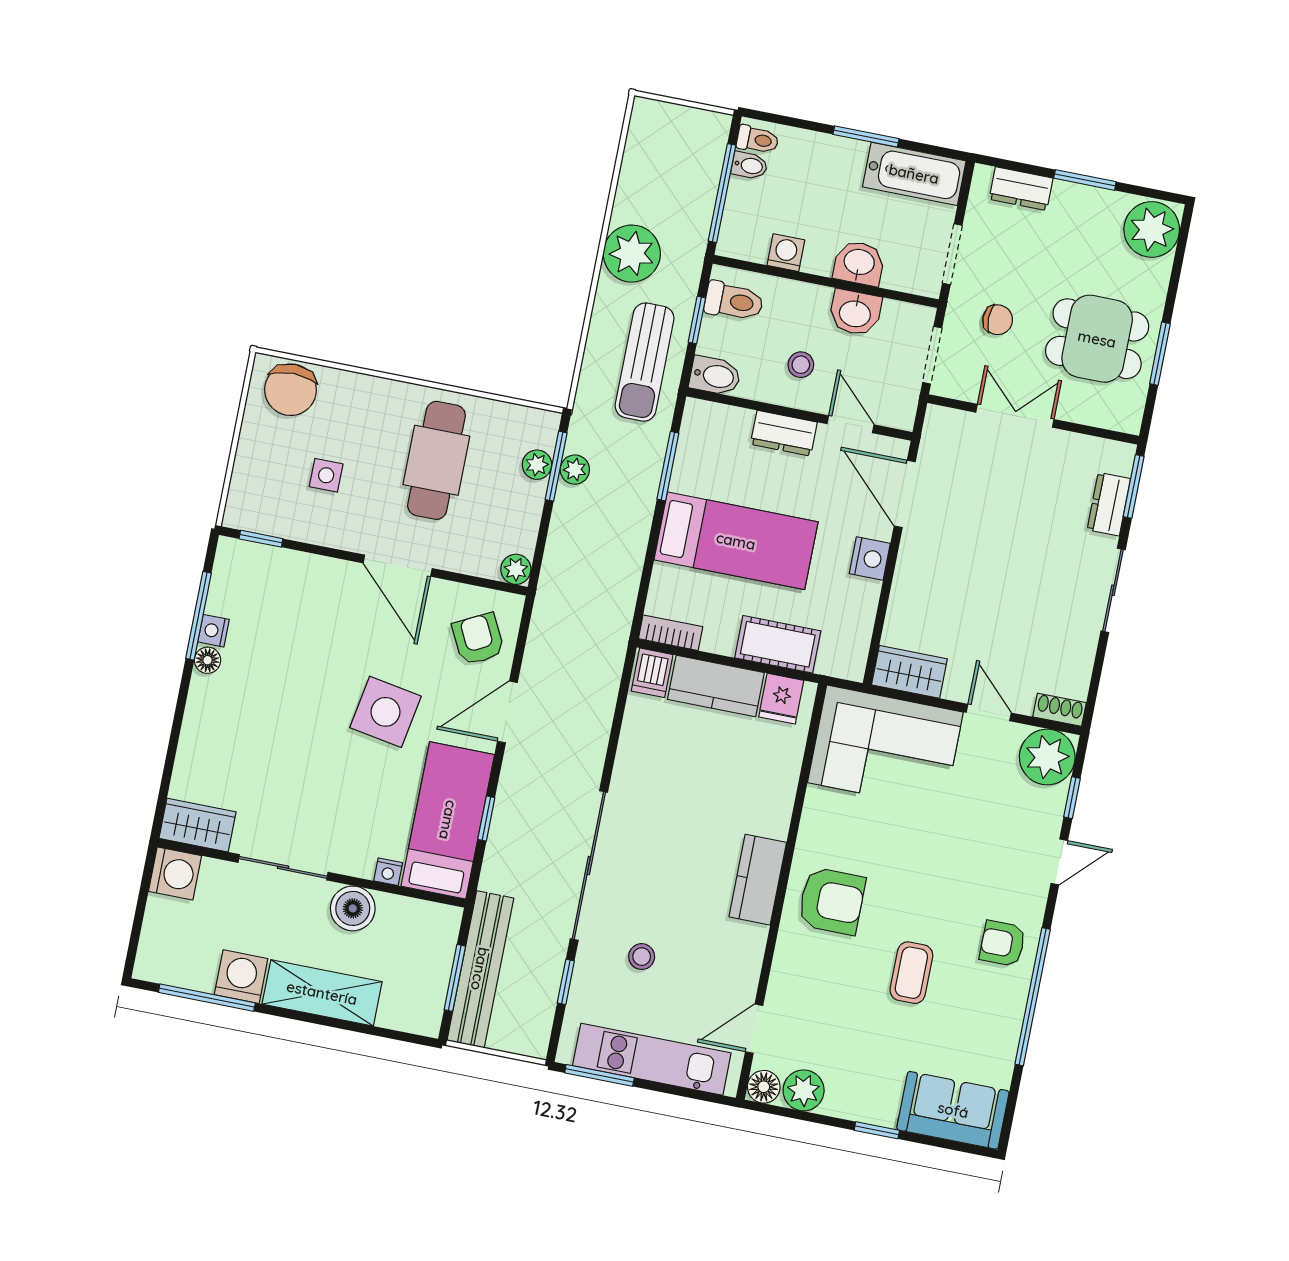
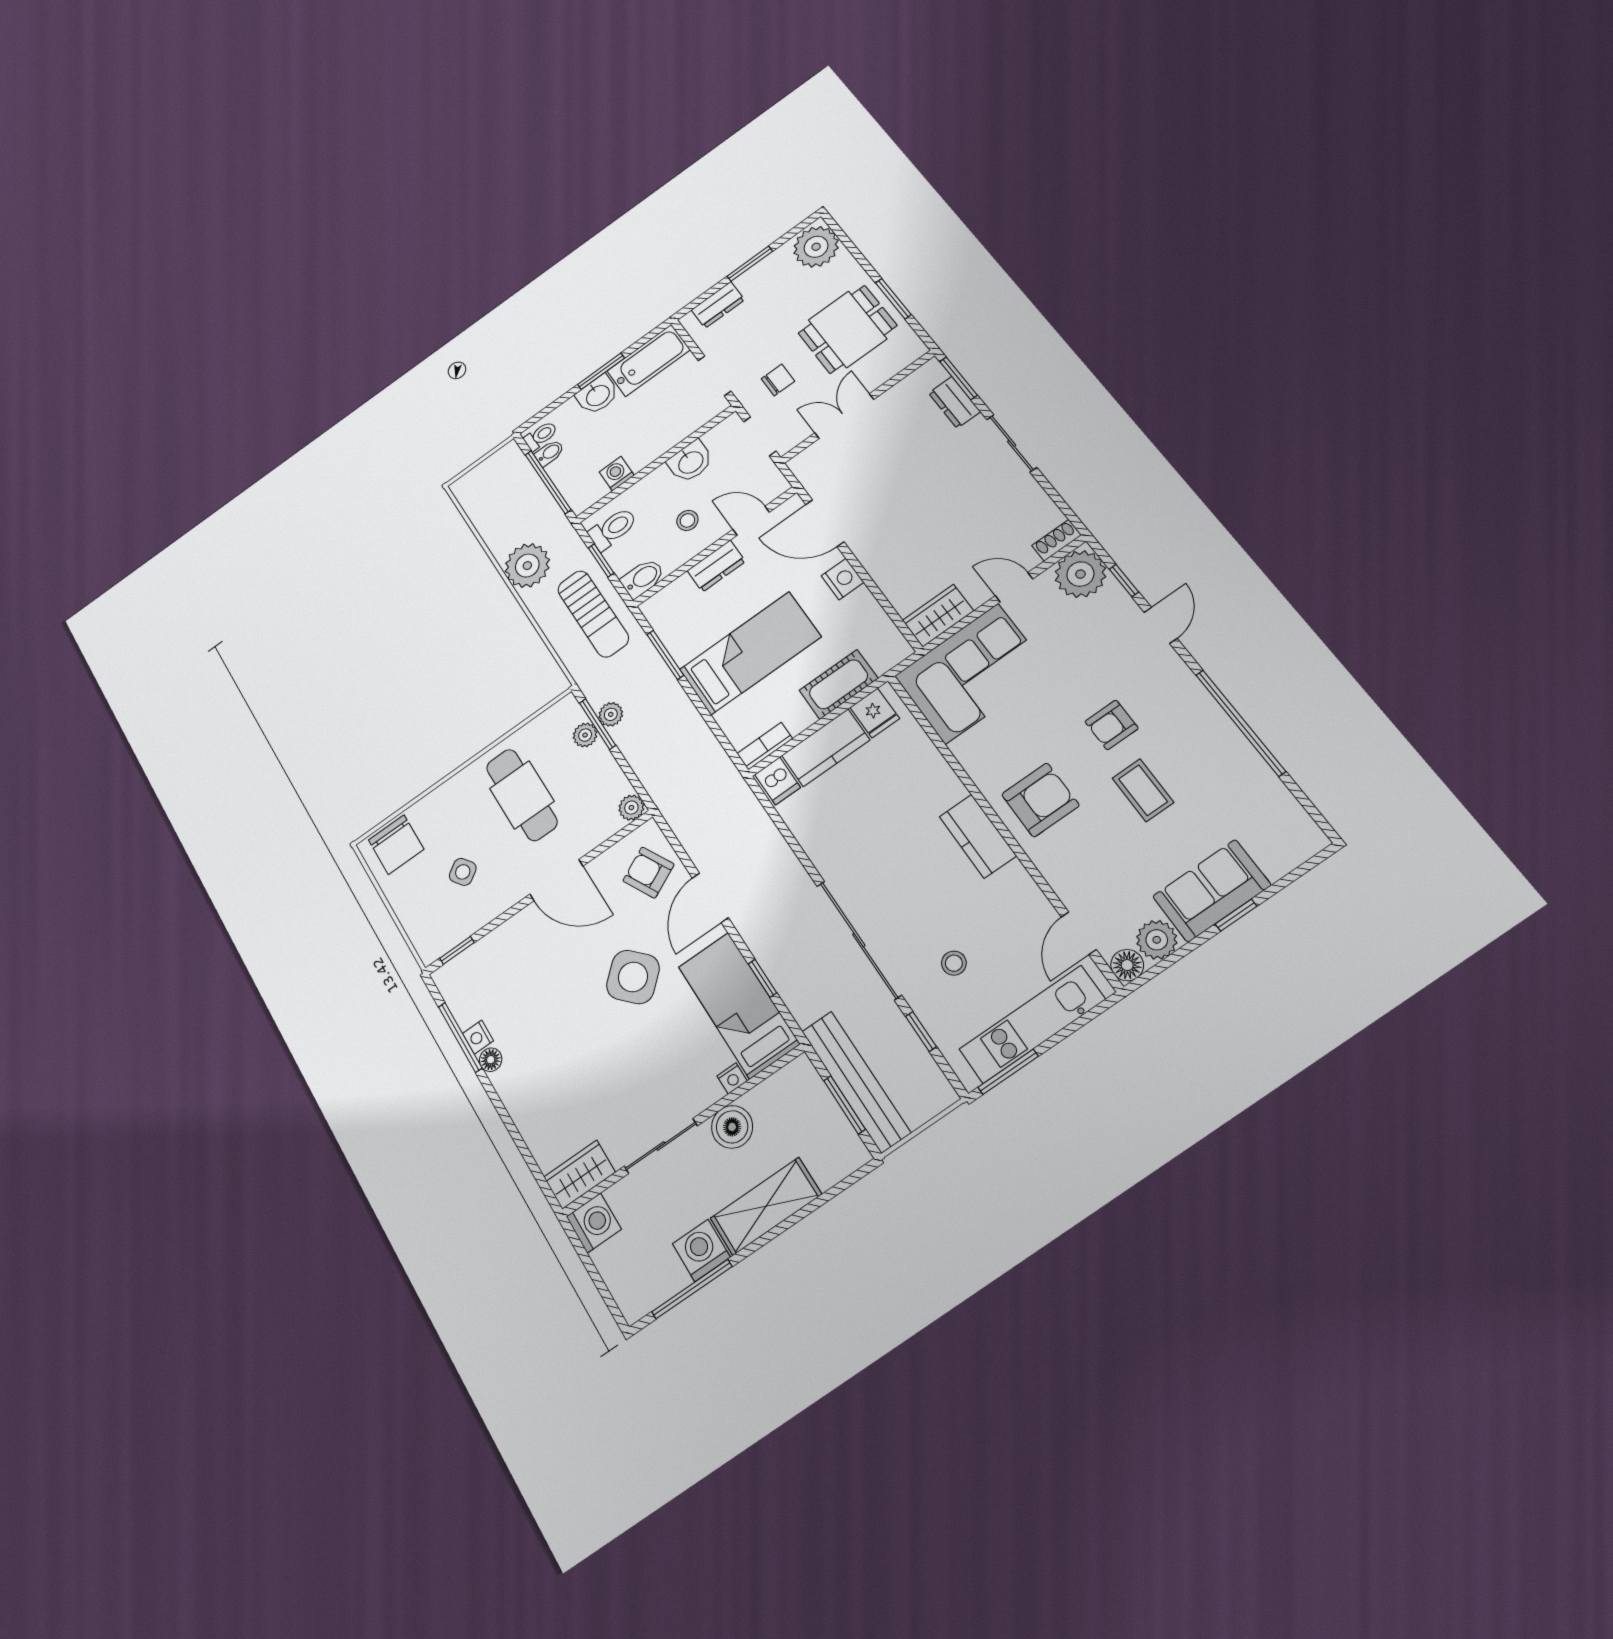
washbasin: (859, 263) -> (597, 395), moved, turned 180
side table: (326, 475) -> (463, 872), turned -35
side table: (386, 712) -> (633, 977), turned 37
armchair: (1003, 943) -> (1112, 725), moved
sofa: (953, 1110) -> (1212, 891), moved

